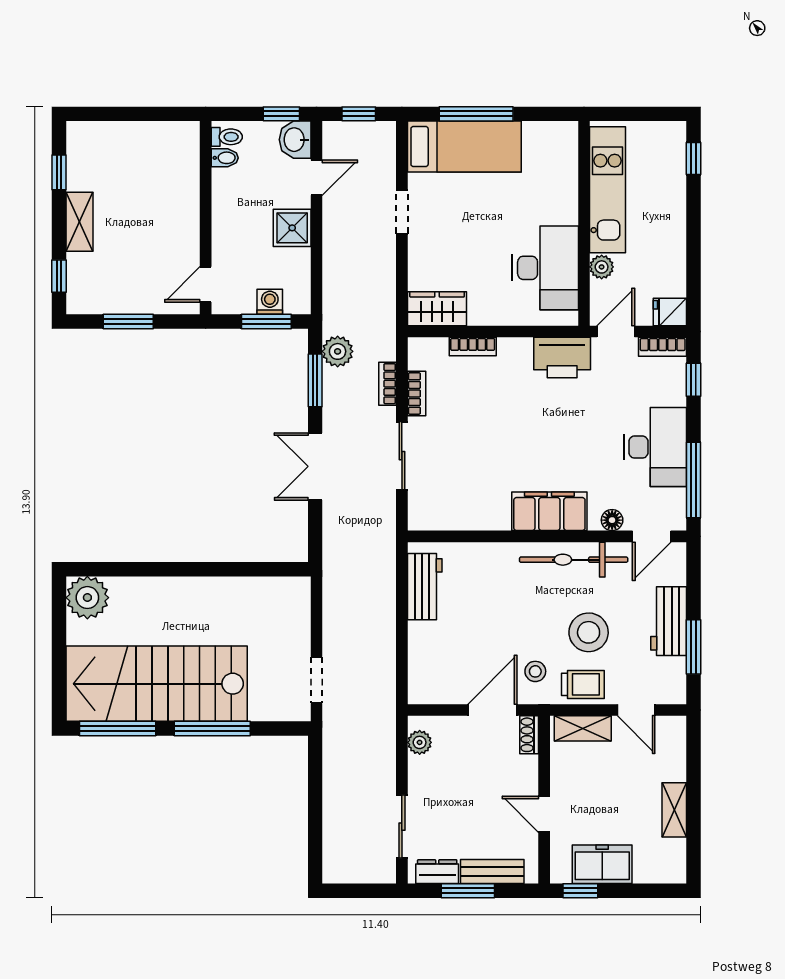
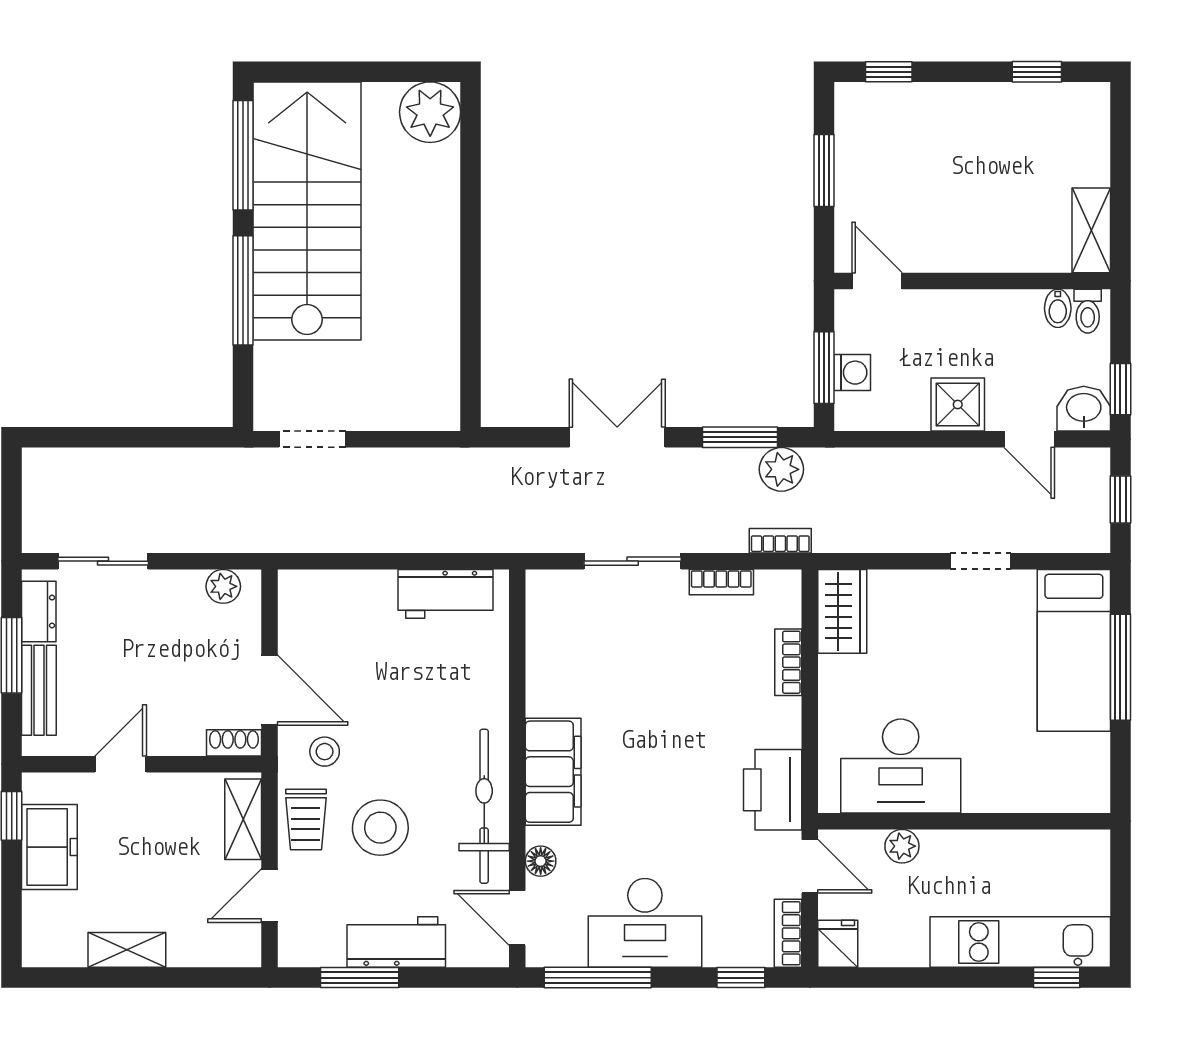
kitchen unit: (607, 190) -> (1020, 942), moved, turned 180
shelving: (80, 222) -> (1091, 230), moved, turned 90
bookcase: (388, 384) -> (780, 541), moved

